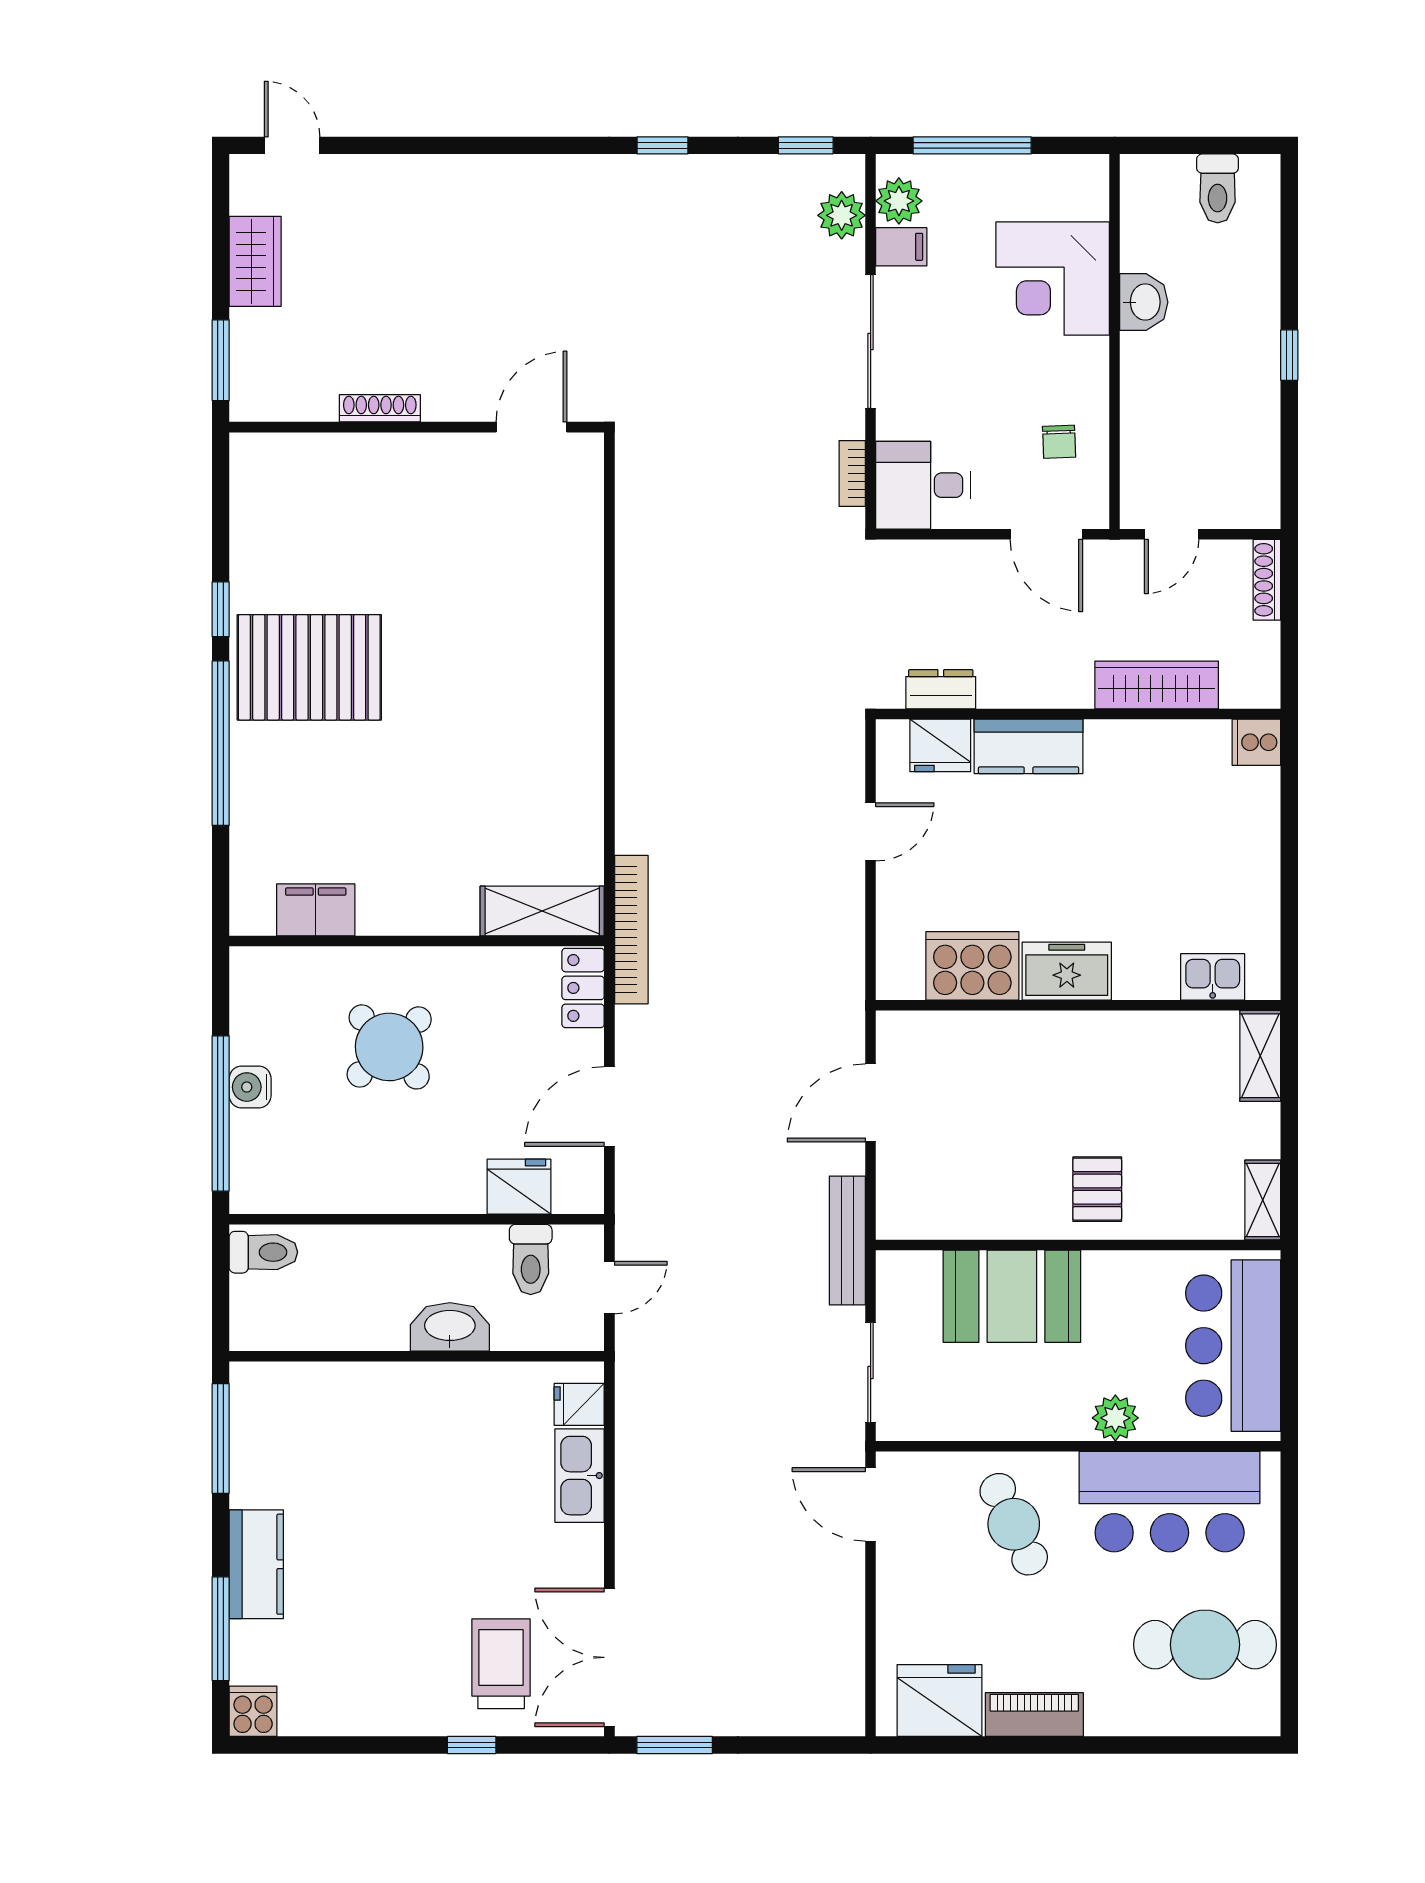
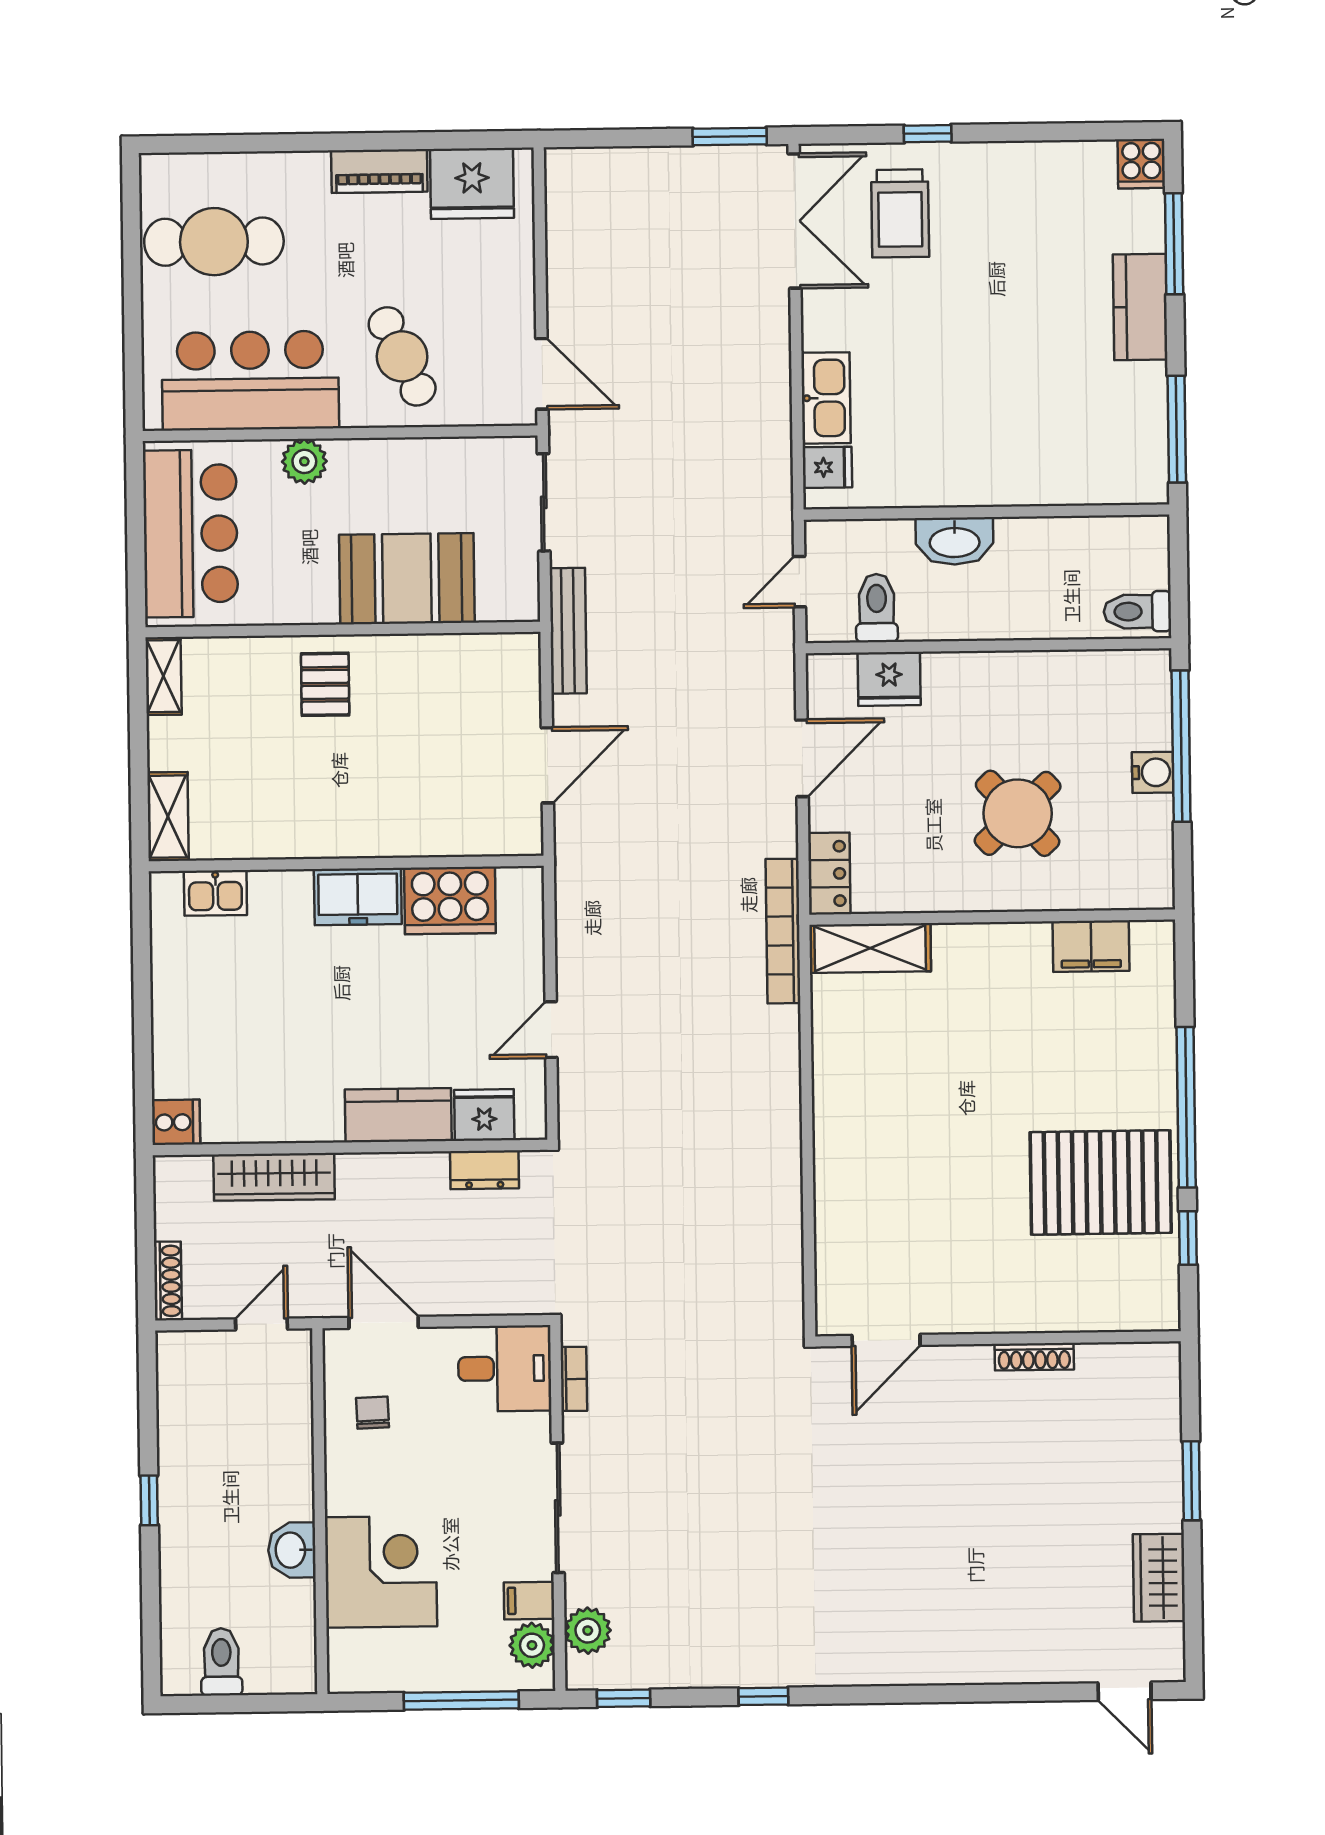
shoe rack: (380, 408) -> (1034, 1357), moved
wall: (417, 427) -> (998, 1339), moved
door: (532, 427) -> (886, 1340), moved

